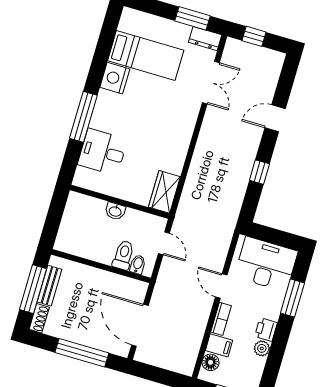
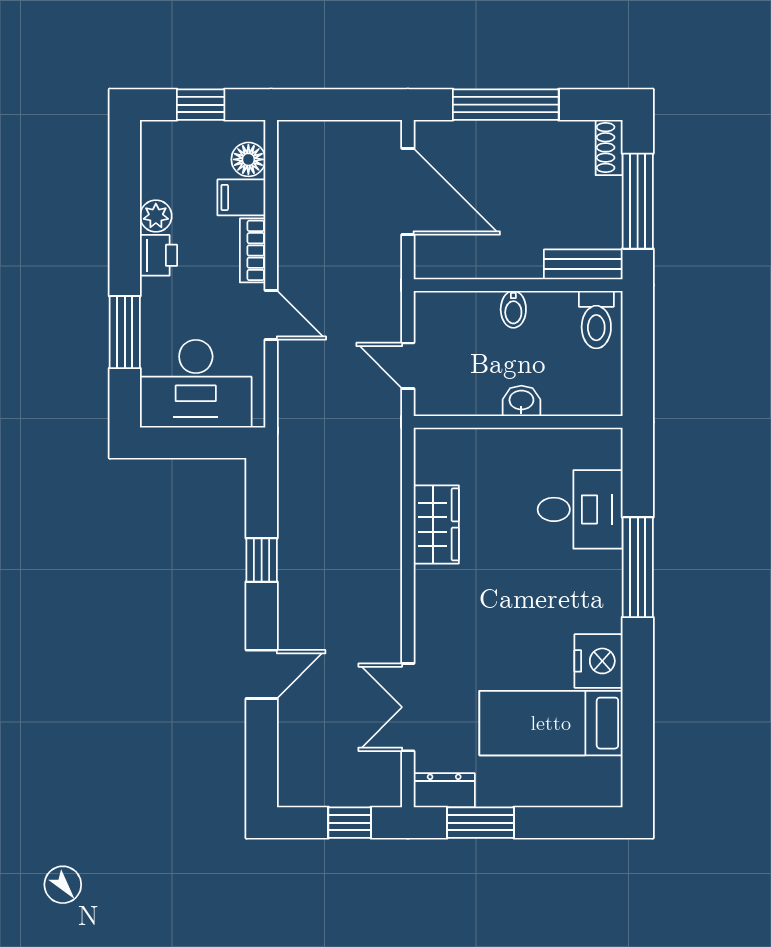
wardrobe: (164, 192) -> (436, 524), moved
toilet: (123, 255) -> (596, 320), moved
bidet: (138, 264) -> (513, 309), moved
bench: (50, 286) -> (583, 264), moved, turned 90

